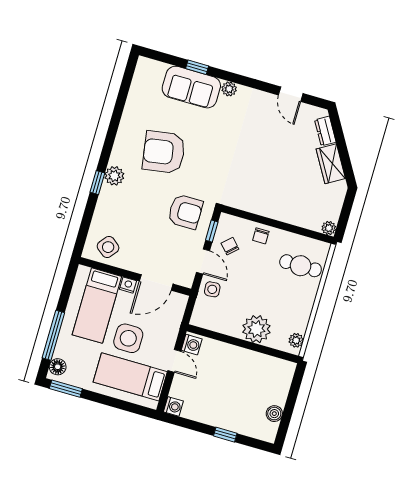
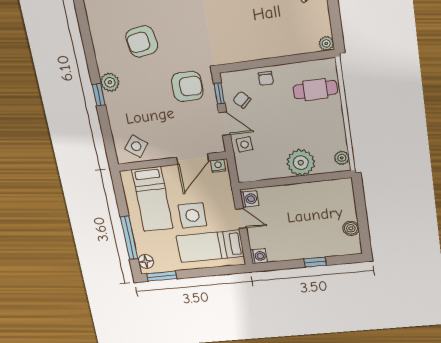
armchair: (164, 152) -> (142, 41), width x0.73, depth x0.73
nightstand: (128, 285) -> (218, 166), moved

